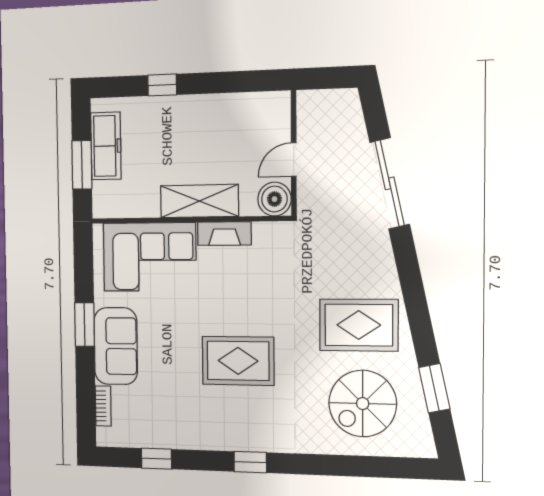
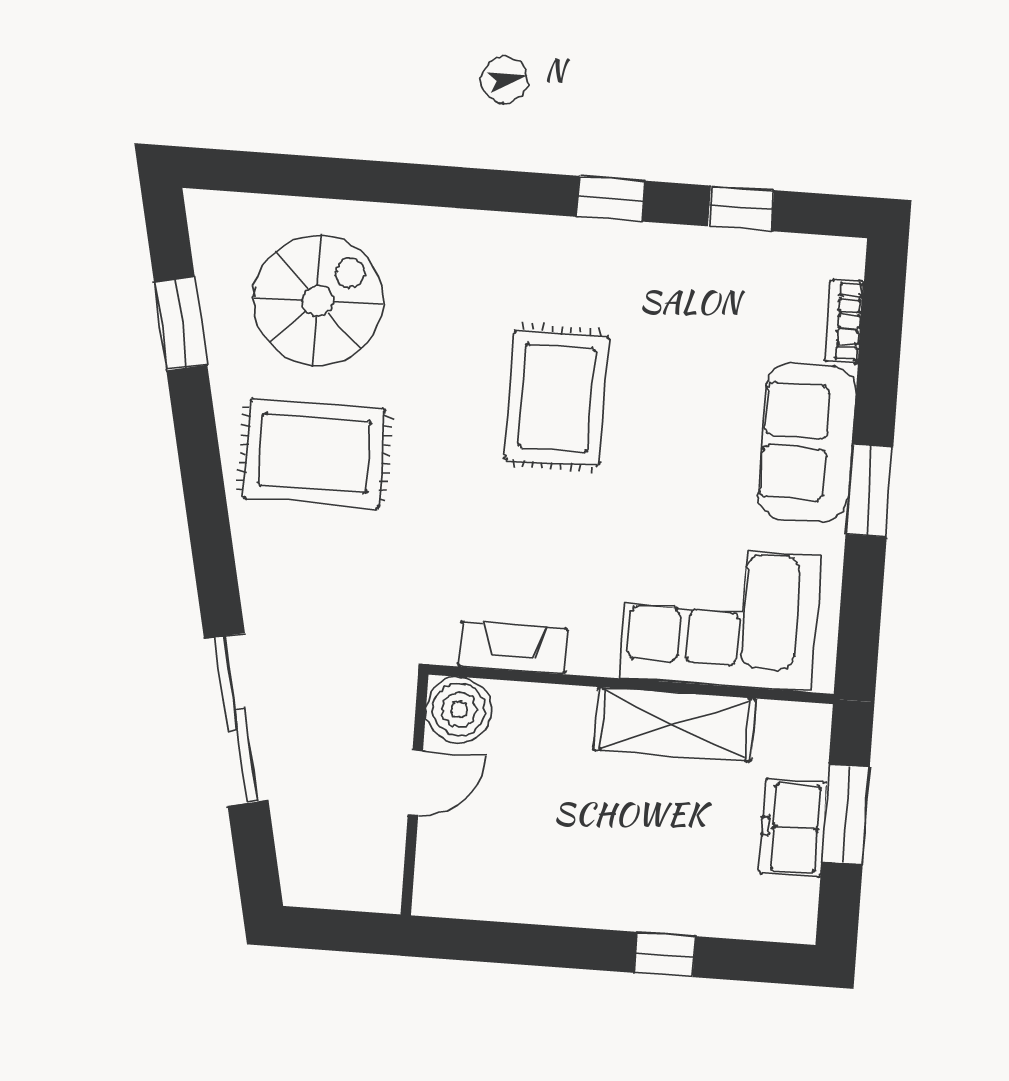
freezer: (106, 146) -> (793, 828), width x0.71
shelving: (199, 201) -> (675, 724), moved
fireplace: (224, 234) -> (513, 647), moved
rug: (238, 361) -> (557, 398), turned 90
window: (250, 462) -> (611, 199), moved

